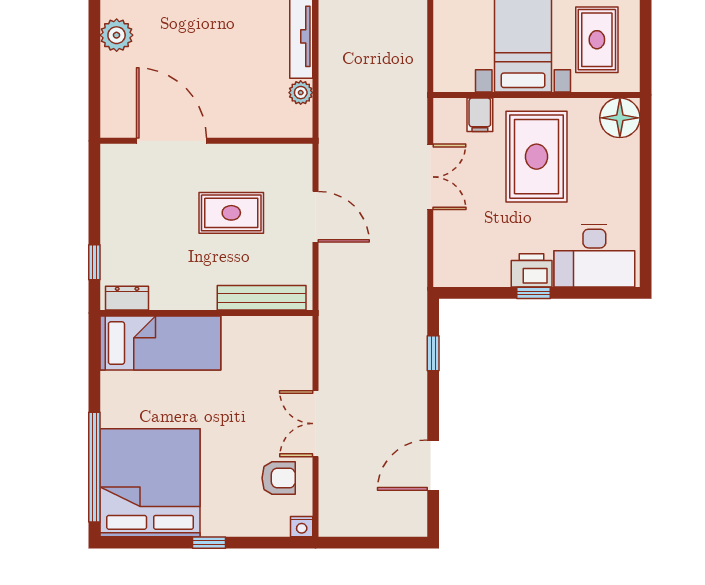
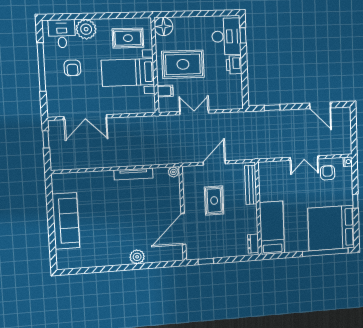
plant: (301, 93) -> (173, 172), moved
window: (94, 262) -> (206, 261), moved
window: (533, 293) -> (243, 35), moved

